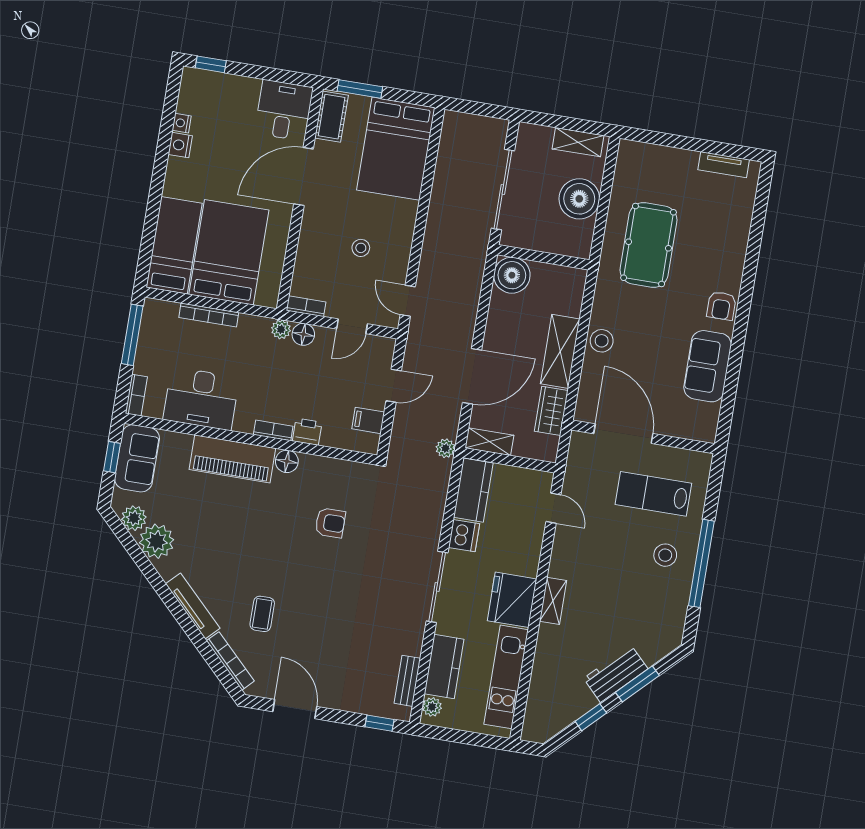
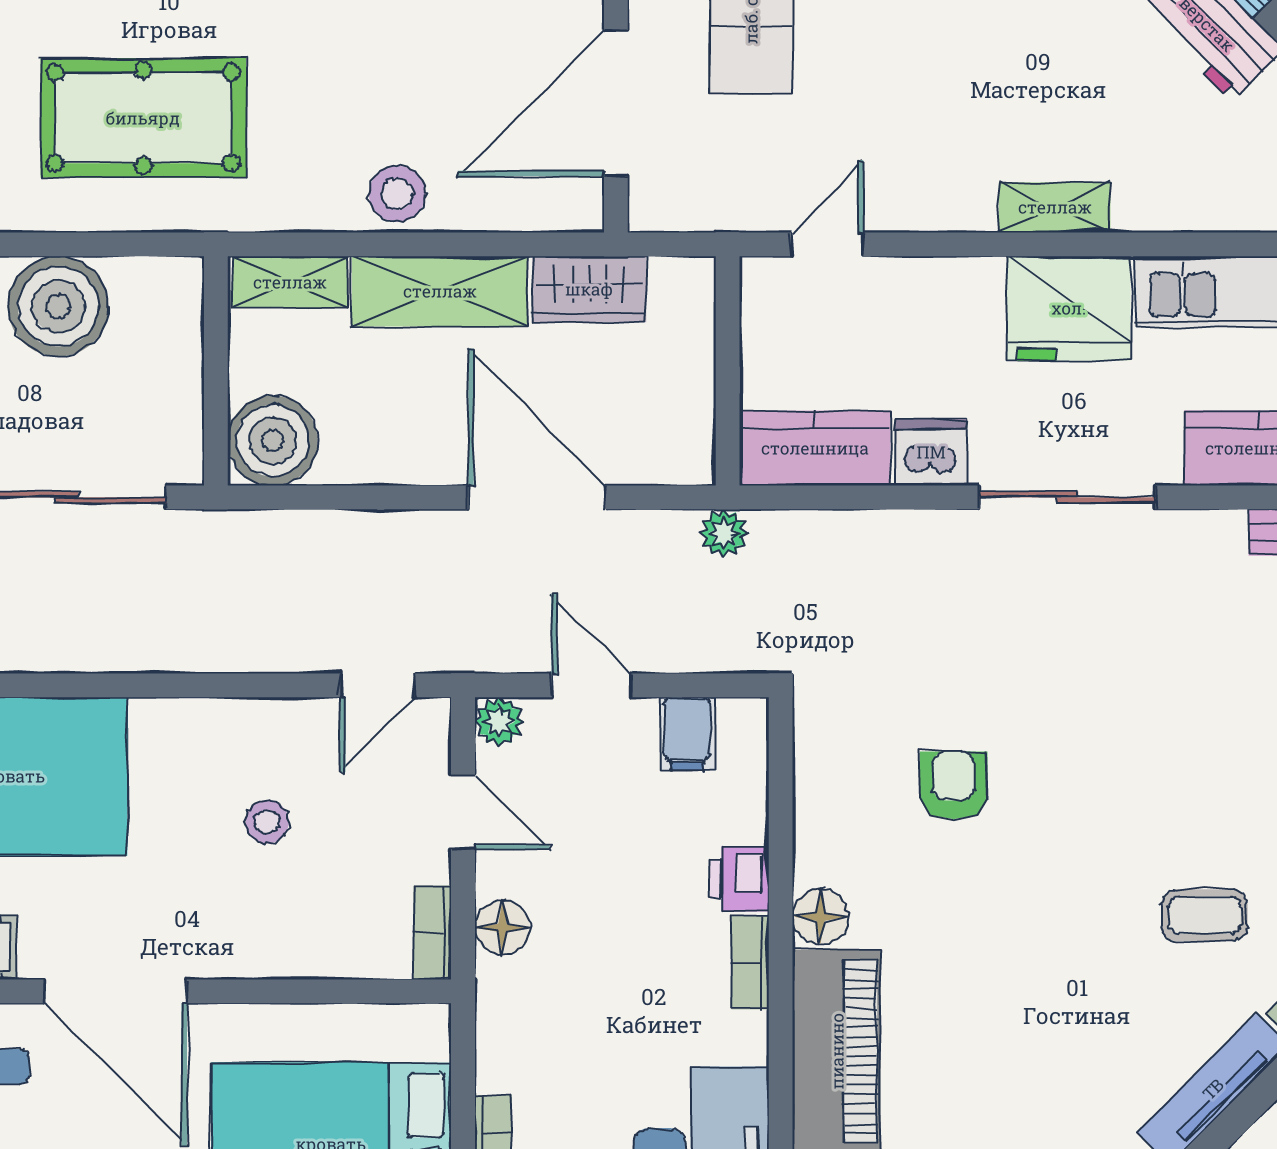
plant: (281, 329) -> (499, 722), moved
shelving: (489, 442) -> (290, 282), moved, turned 90

